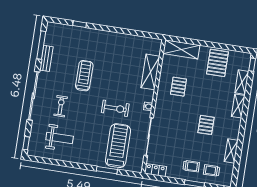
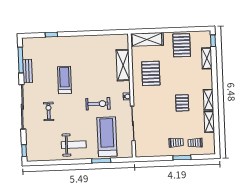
pallet: (178, 87) -> (151, 73), width x1.50, depth x1.42
shelving: (238, 106) -> (208, 100), moved
weight bench: (60, 138) -> (74, 145), moved
locker: (155, 170) -> (145, 152), removed

